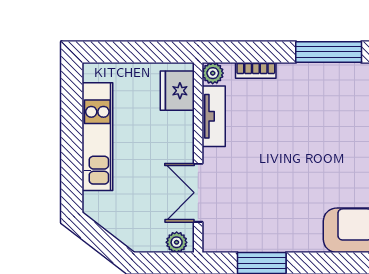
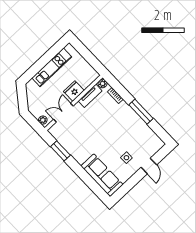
fridge: (177, 91) -> (74, 91), moved

